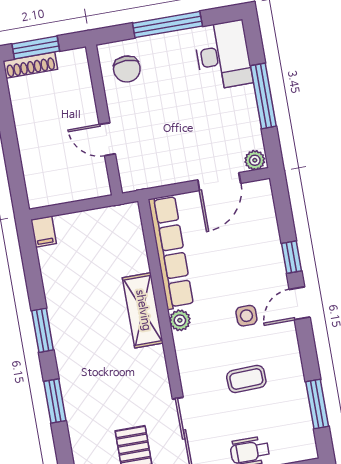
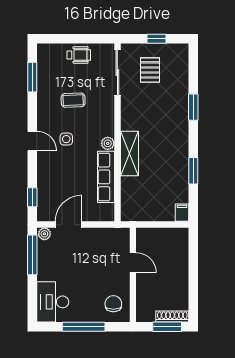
window: (263, 96) -> (32, 255), moved
row of seats: (171, 252) -> (106, 177), width x0.73
window: (291, 257) -> (32, 197), moved
door: (300, 303) -> (32, 141), hinge flipped
window: (43, 330) -> (193, 171), moved

